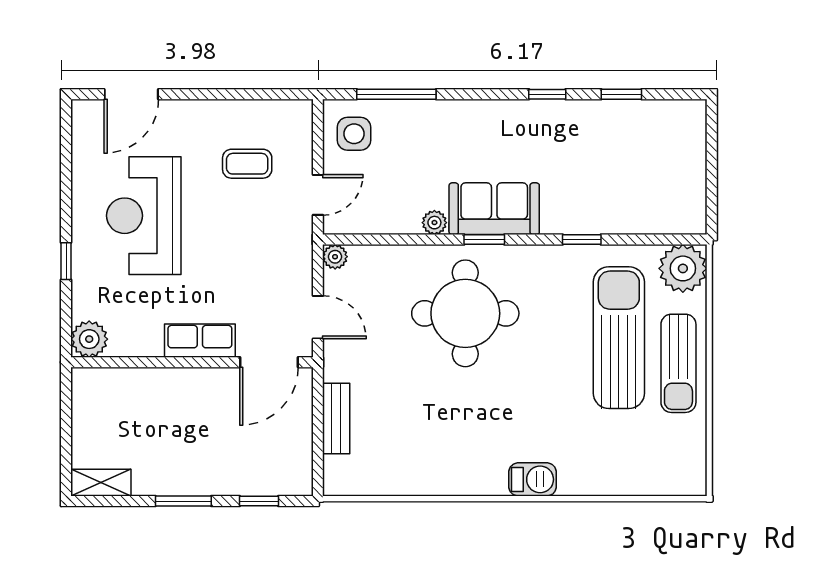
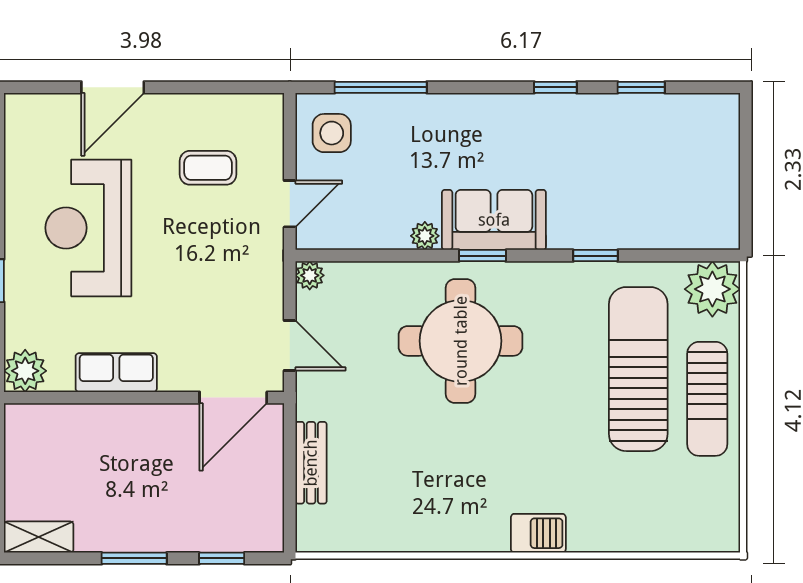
door: (131, 94) -> (113, 87), moved
row of seats: (200, 341) -> (116, 373), moved

